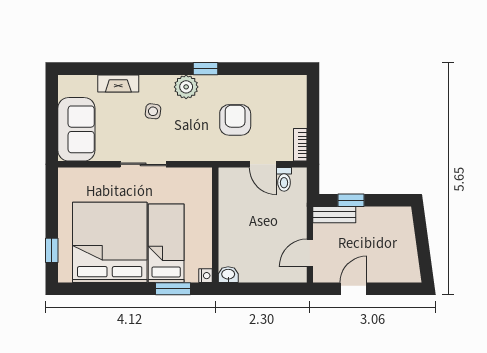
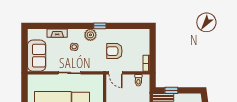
armchair: (235, 120) -> (114, 51), turned -90
door: (263, 164) -> (116, 73), moved

